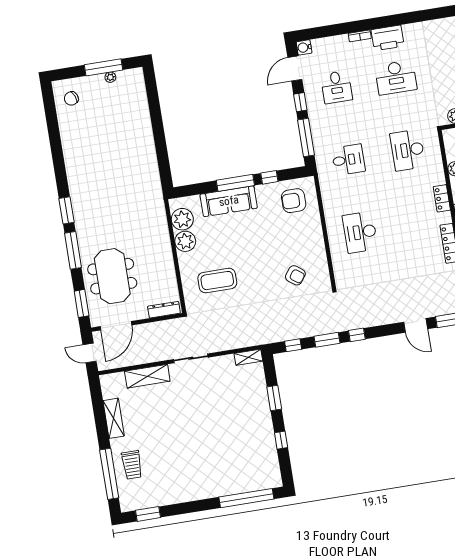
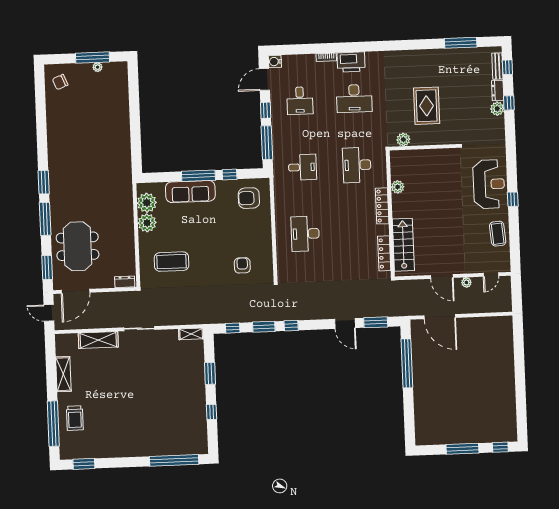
locker: (442, 198) -> (382, 206), width x1.53
armchair: (295, 275) -> (242, 265), turned -127
dresser: (164, 310) -> (125, 282), width x0.70

